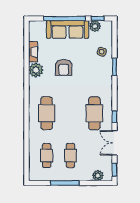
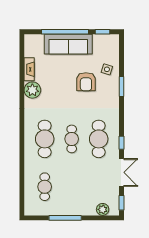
plant: (95, 26) -> (99, 40), removed
armchair: (64, 68) -> (86, 82), moved
double door: (114, 143) -> (121, 172), swing flipped
cafe table: (70, 155) -> (72, 139), moved

